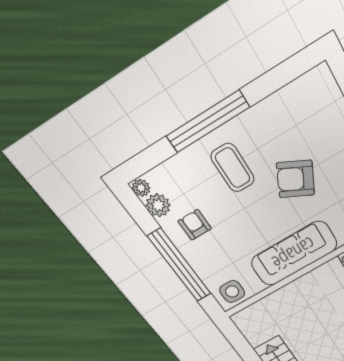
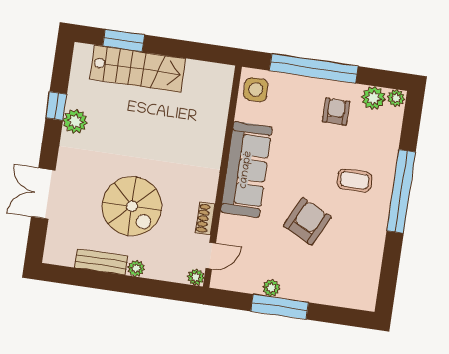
coffee table: (233, 168) -> (355, 180), width x0.73, depth x0.77
armchair: (195, 225) -> (336, 112), turned -90

